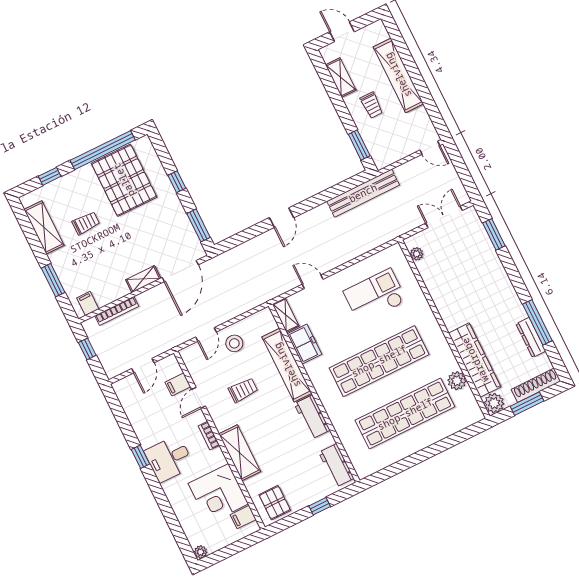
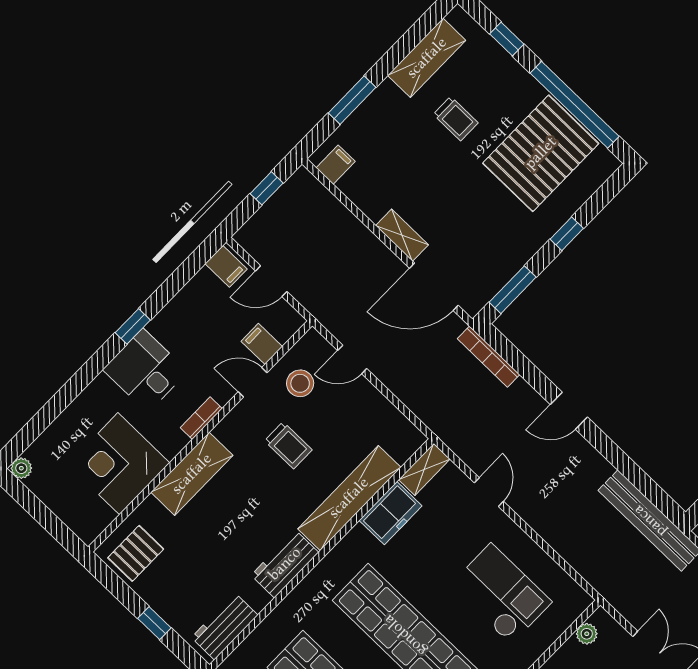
bookcase: (117, 311) -> (488, 357), moved
stool: (234, 343) -> (300, 383), moved
filing cabinet: (243, 517) -> (226, 266), moved, turned 180

